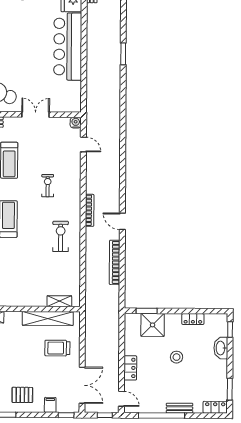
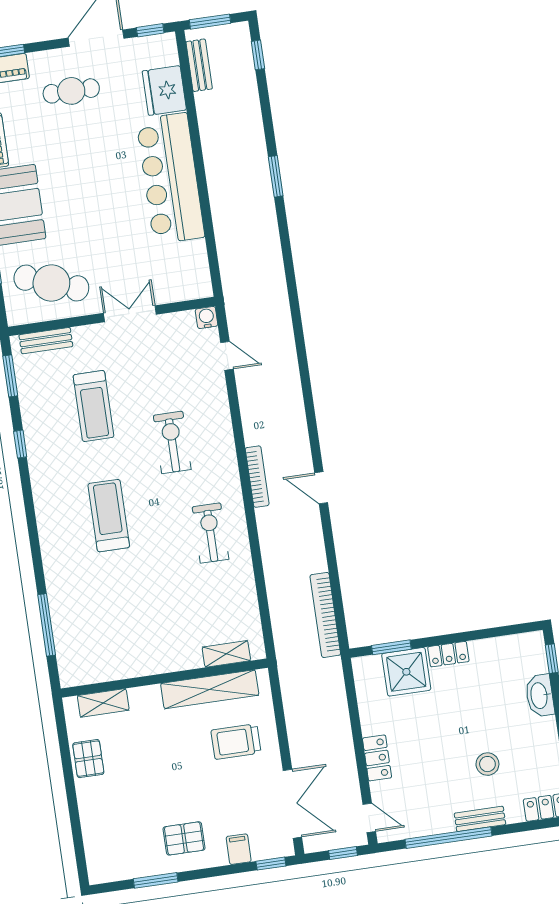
exercise bike: (48, 186) -> (172, 442), width x1.38, depth x1.39
bookcase: (115, 262) -> (325, 615), moved
locker: (193, 319) -> (448, 654), moved
stool: (177, 357) -> (487, 764), moved

